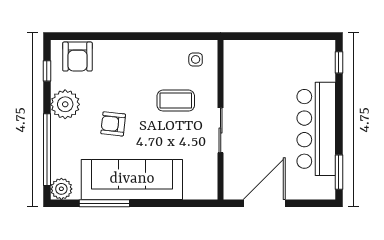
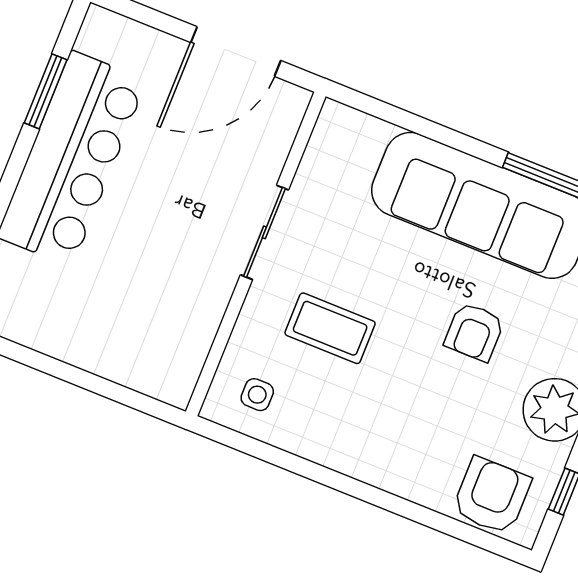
armchair: (113, 124) -> (474, 332), turned 84
window: (339, 172) -> (46, 91), moved

